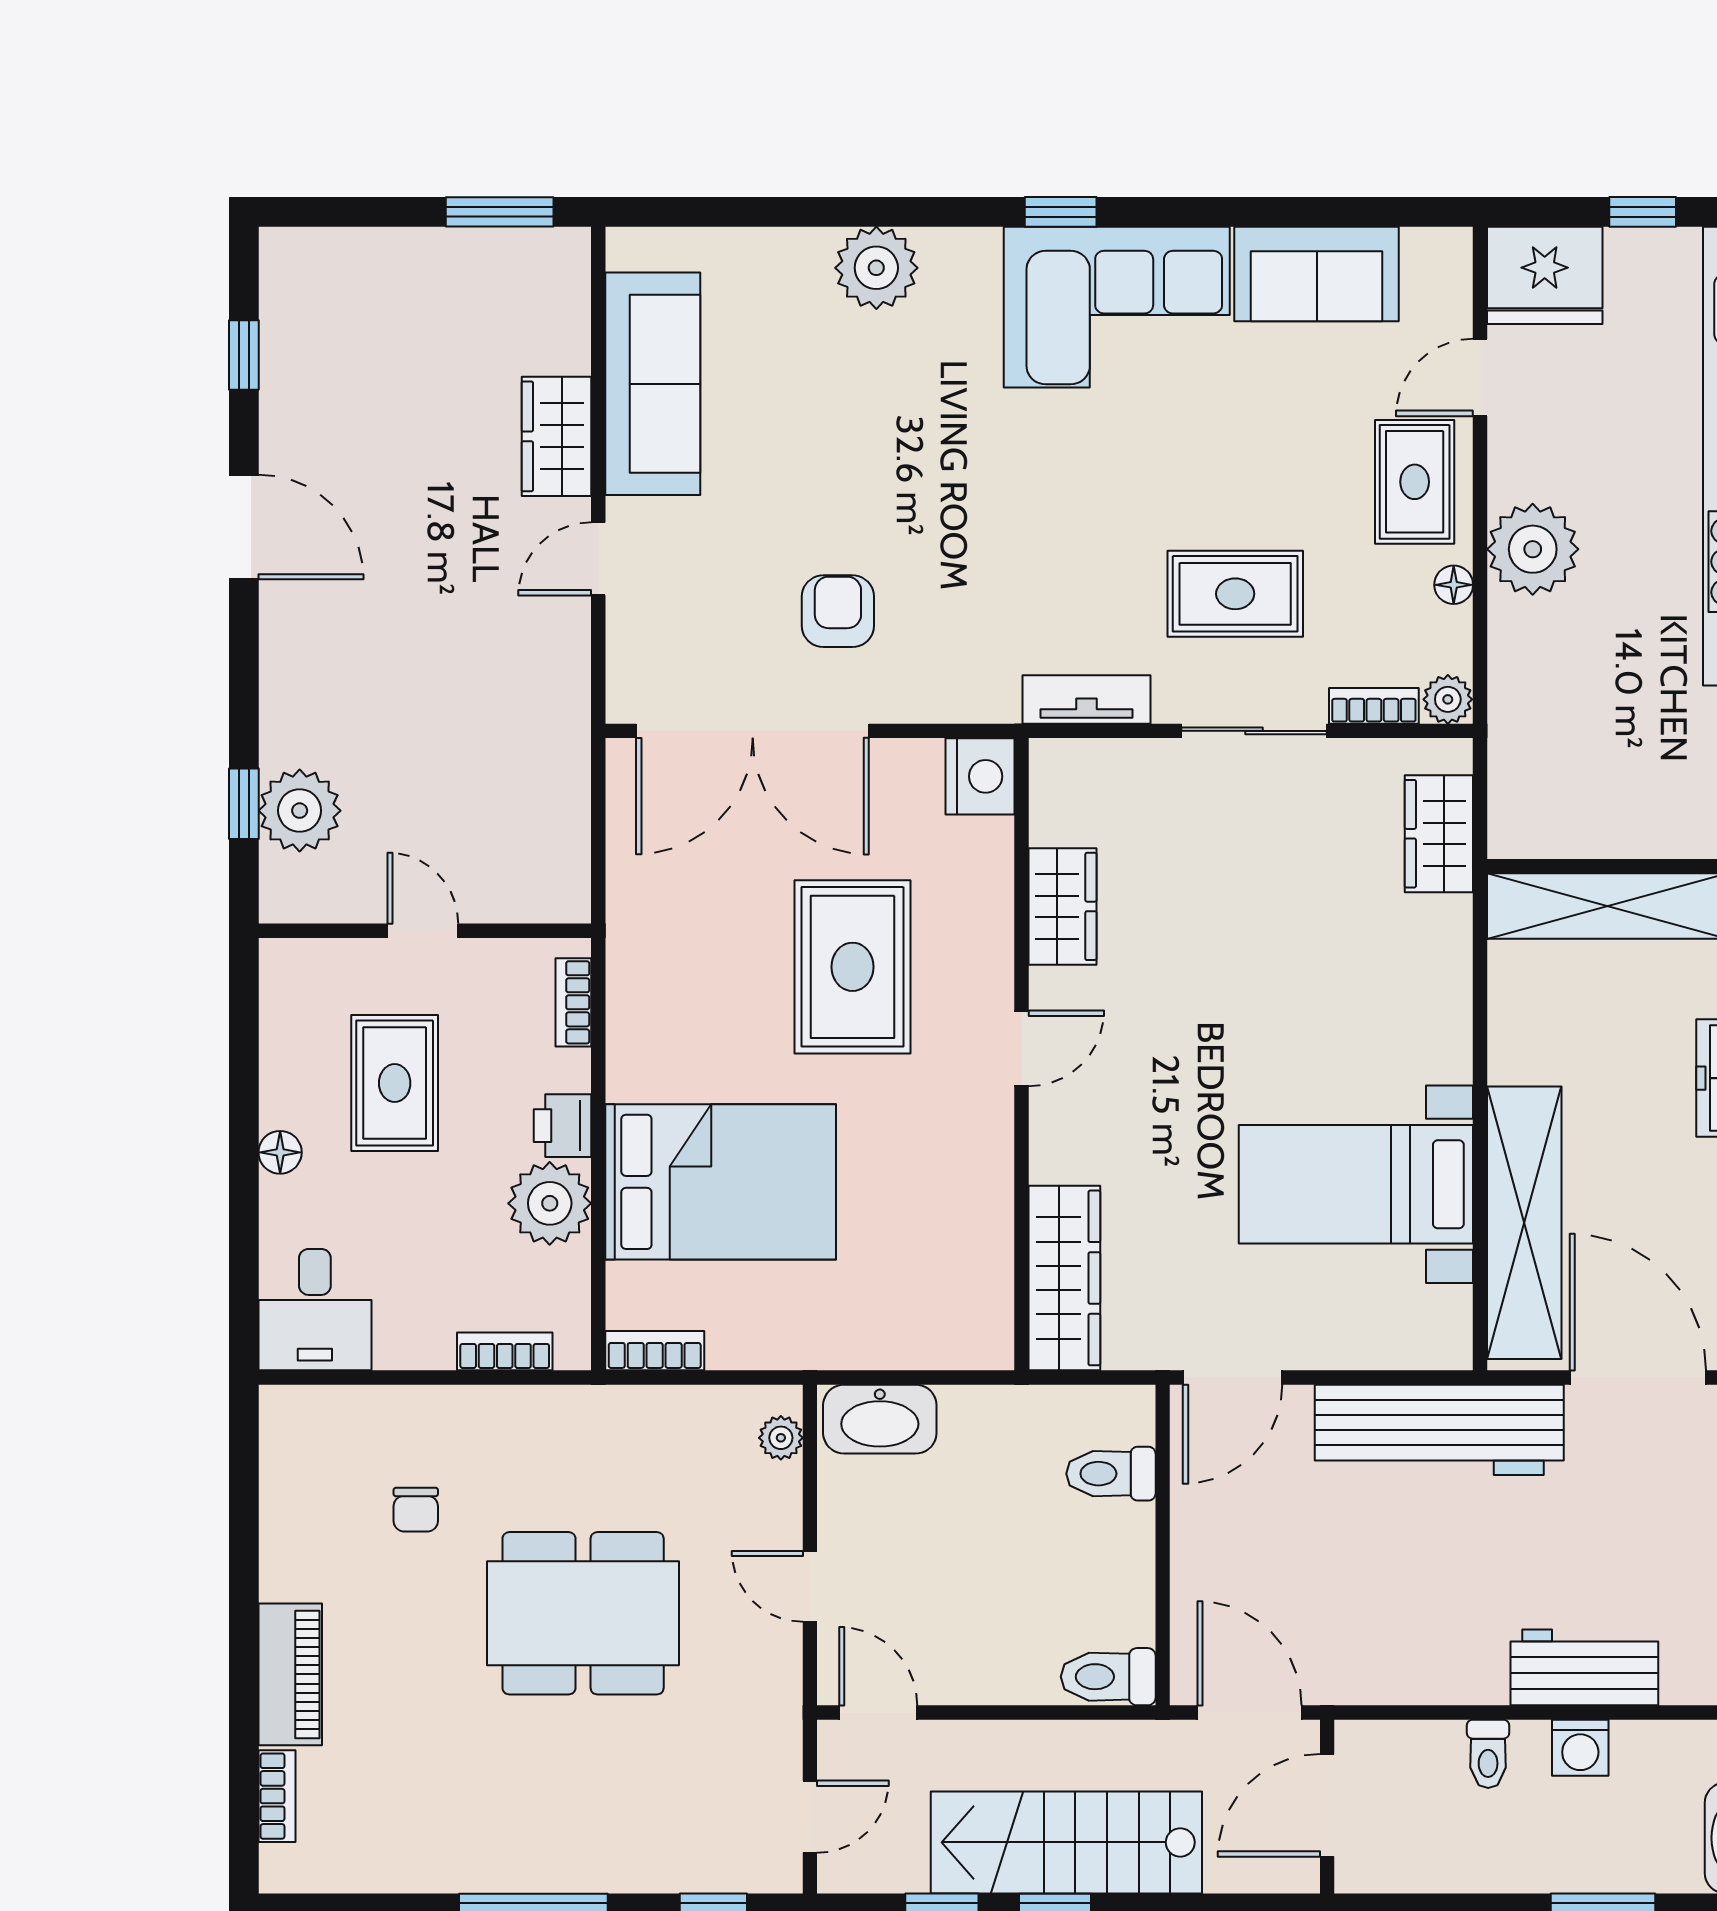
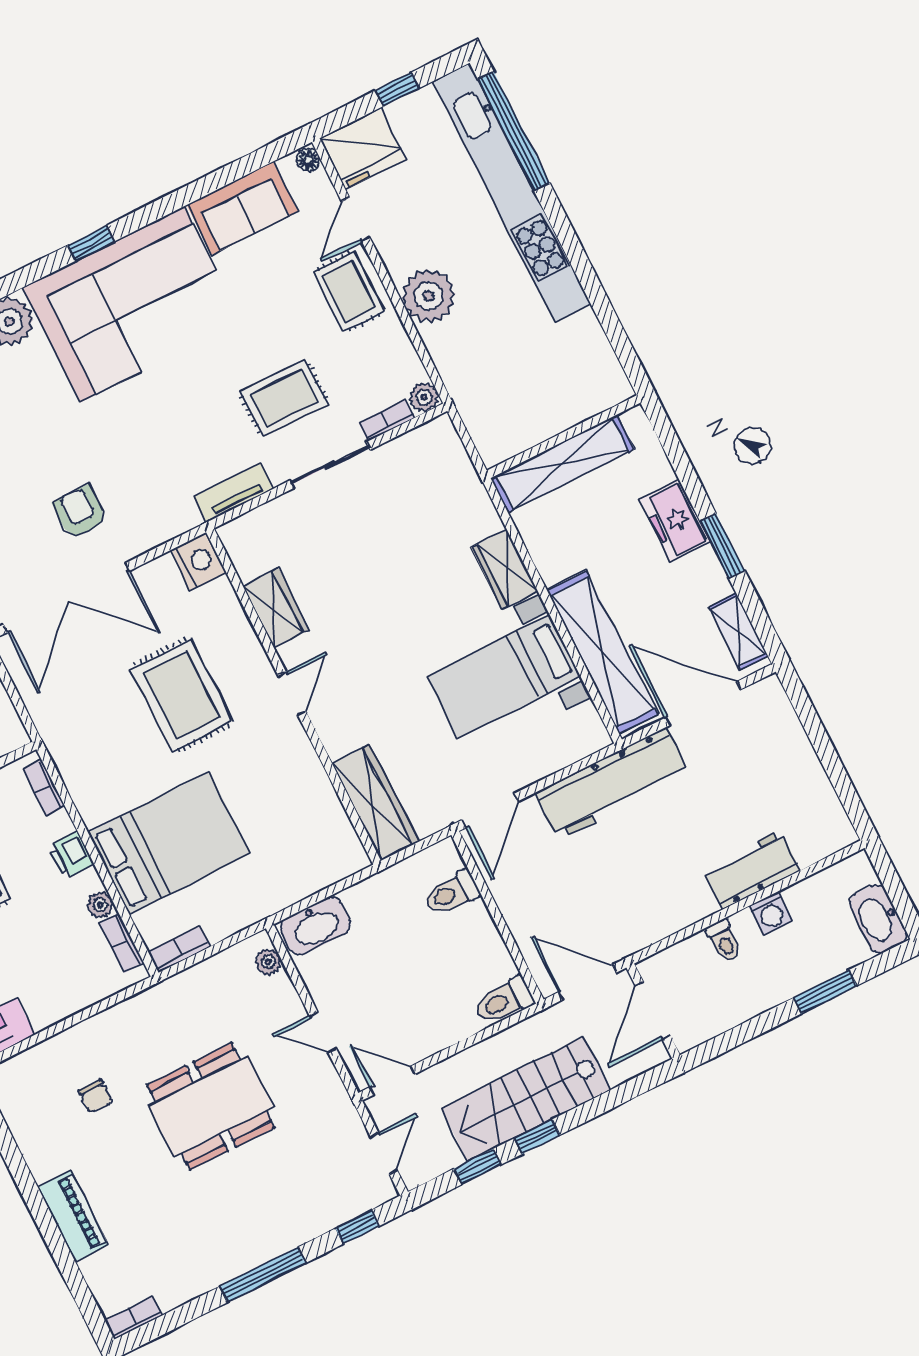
corner sofa: (1117, 307) -> (132, 304), width x1.36, depth x1.36
floor lamp: (1454, 585) -> (308, 160), moved
wardrobe: (1439, 834) -> (504, 569), moved
plant: (550, 1203) -> (100, 905), width x0.53, depth x0.53
bookcase: (505, 1351) -> (121, 943), moved, turned -90
bookcase: (277, 1796) -> (134, 1318), moved, turned -90

